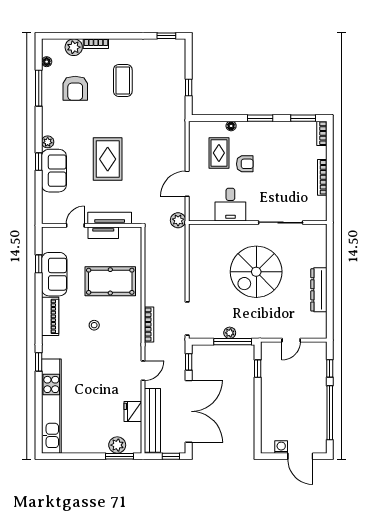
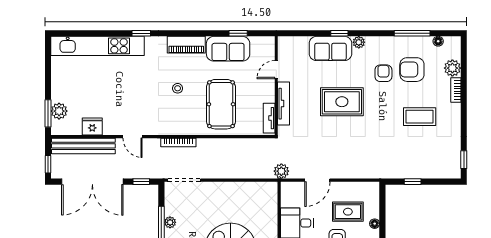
armchair: (79, 117) -> (383, 73), added
door: (187, 184) -> (317, 180), swing flipped
door: (75, 225) -> (276, 70), swing flipped
tv unit: (103, 233) -> (269, 118), moved

